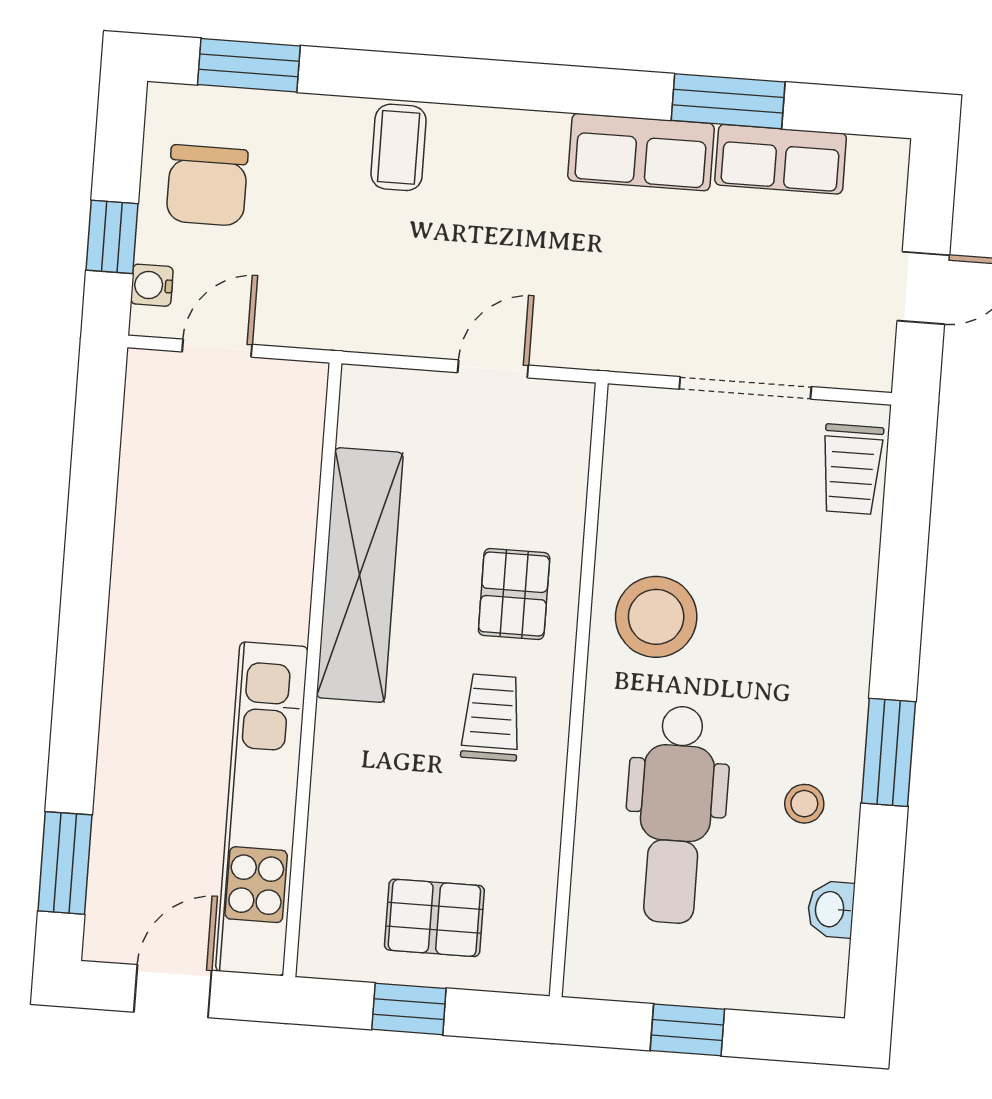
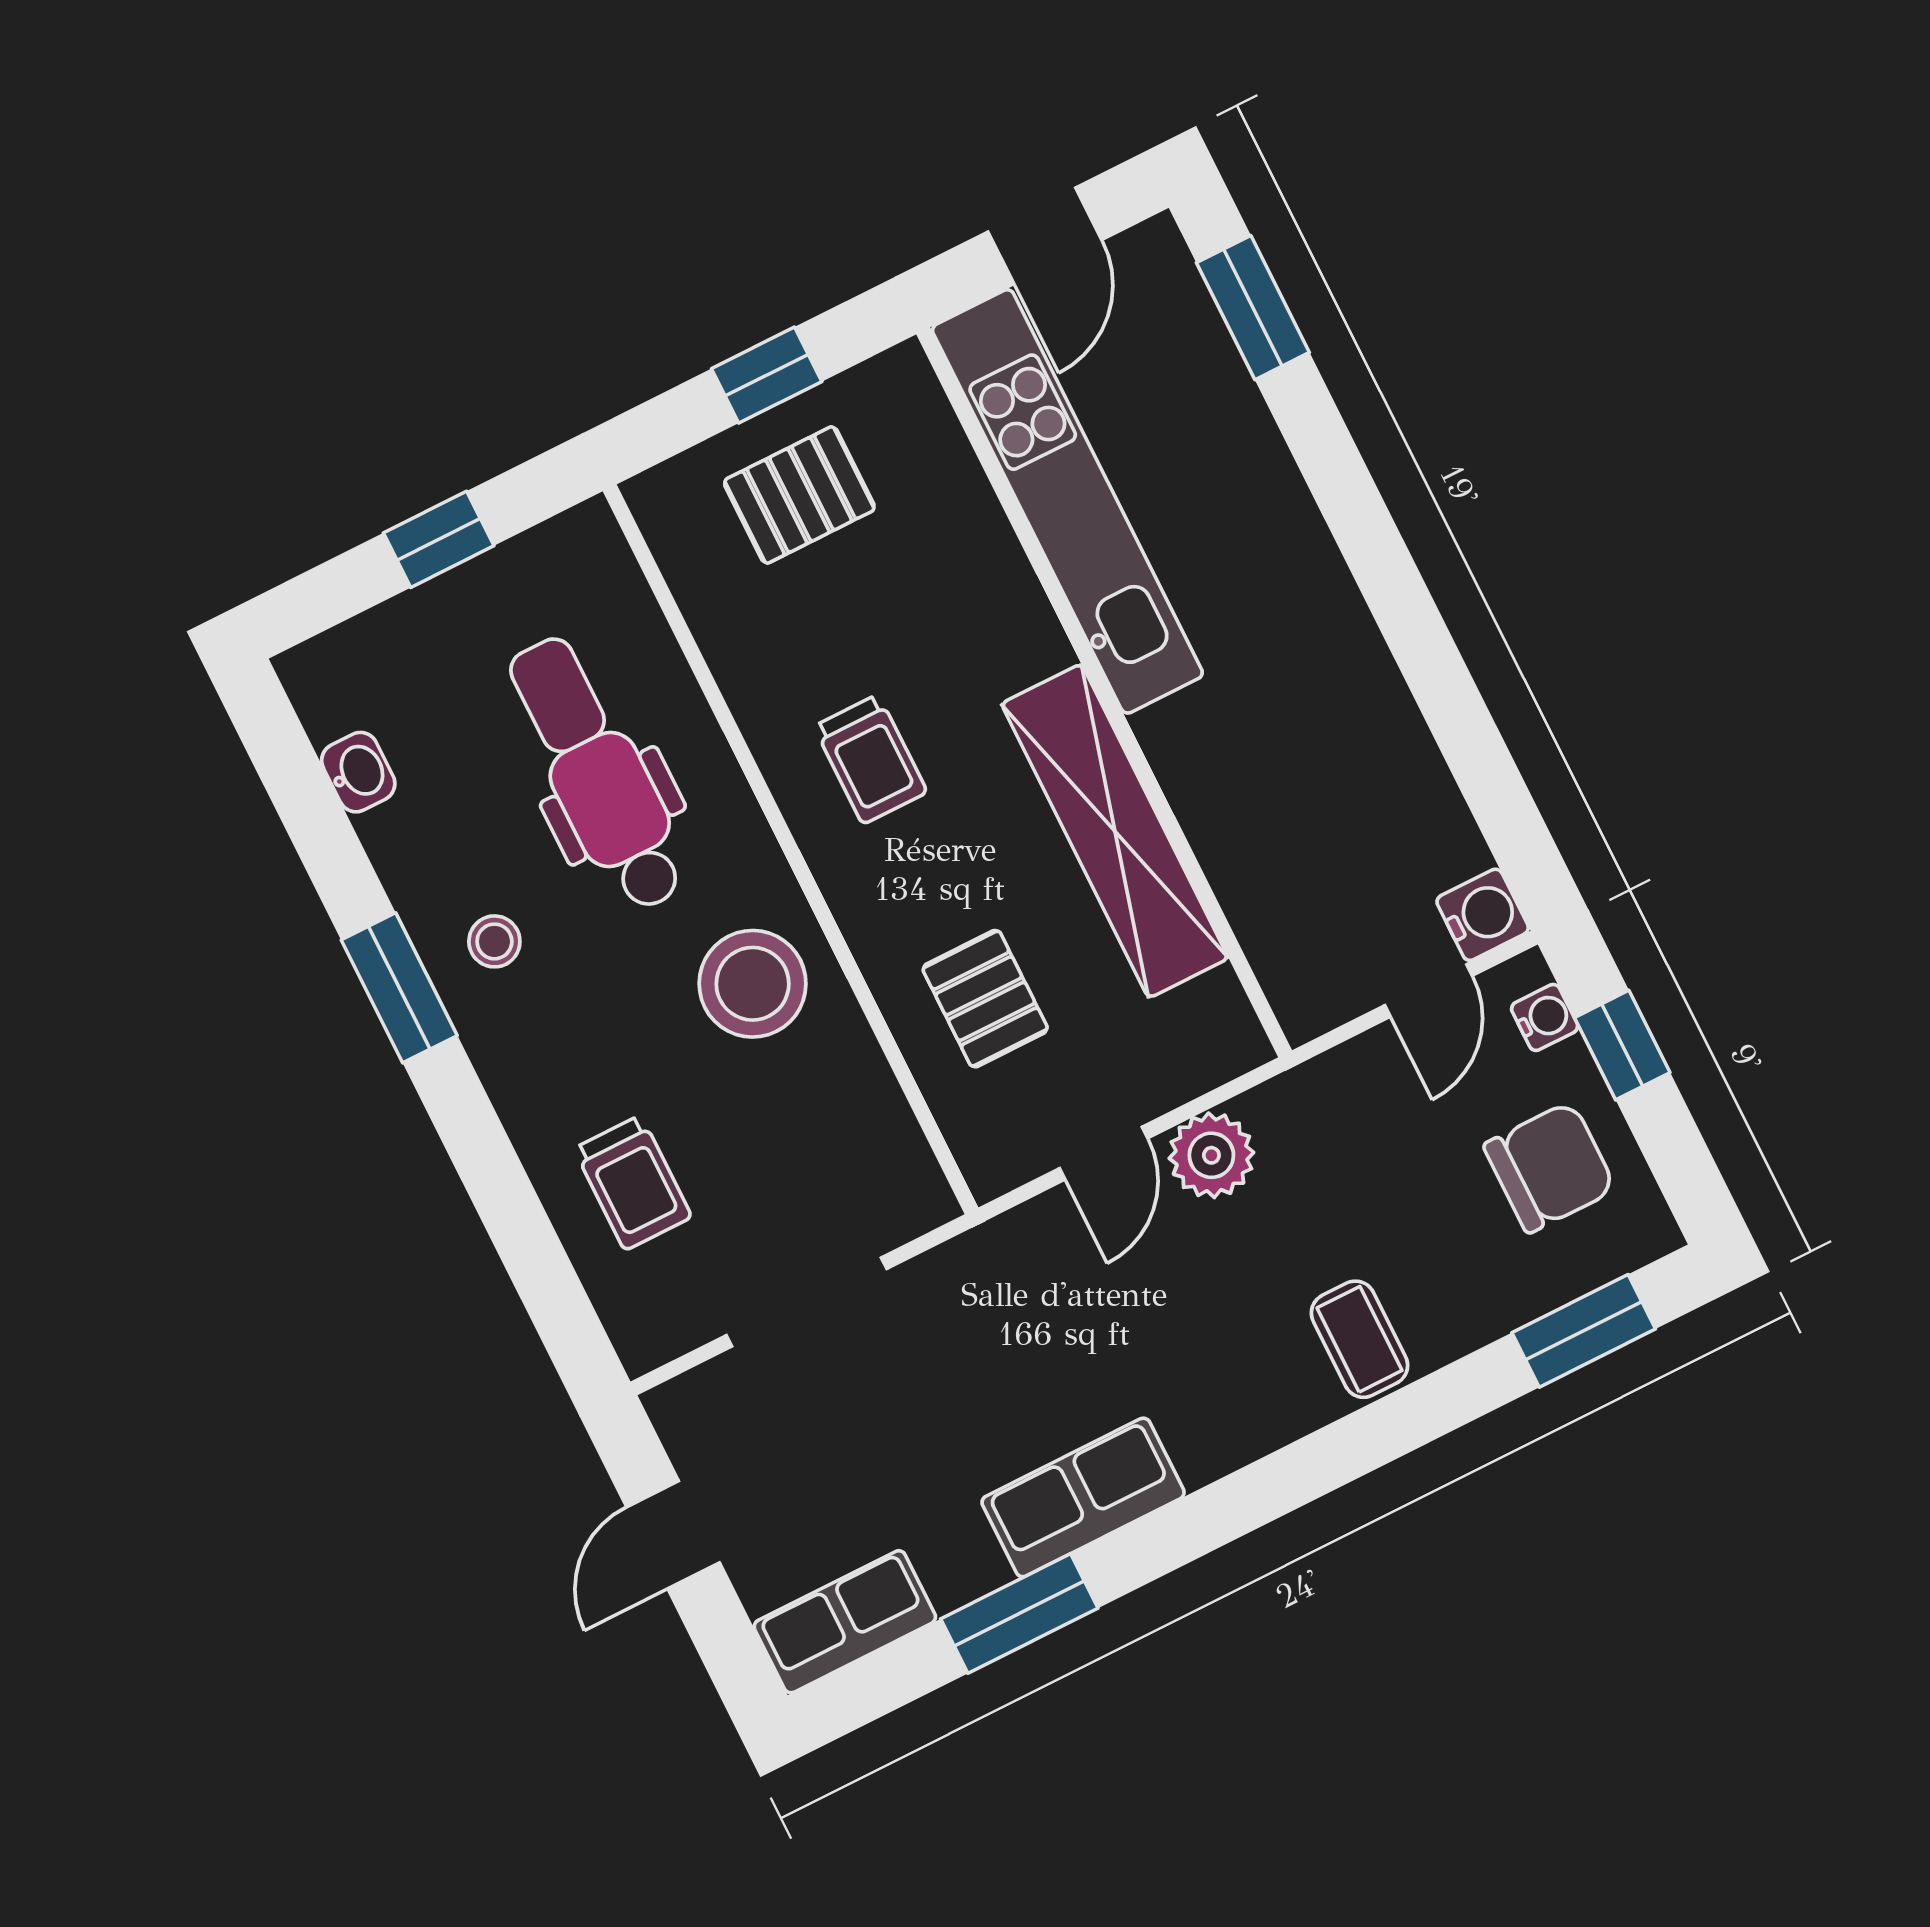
row of seats: (781, 159) -> (845, 1622), moved
chair: (207, 185) -> (1550, 1167), turned 90
plant: (423, 325) -> (1211, 1155), added
water cooler: (152, 376) -> (1483, 915), added
trolley: (852, 469) -> (633, 1183), moved, turned 180
pallet: (514, 594) -> (985, 999), moved
stool: (804, 804) -> (494, 941), moved

